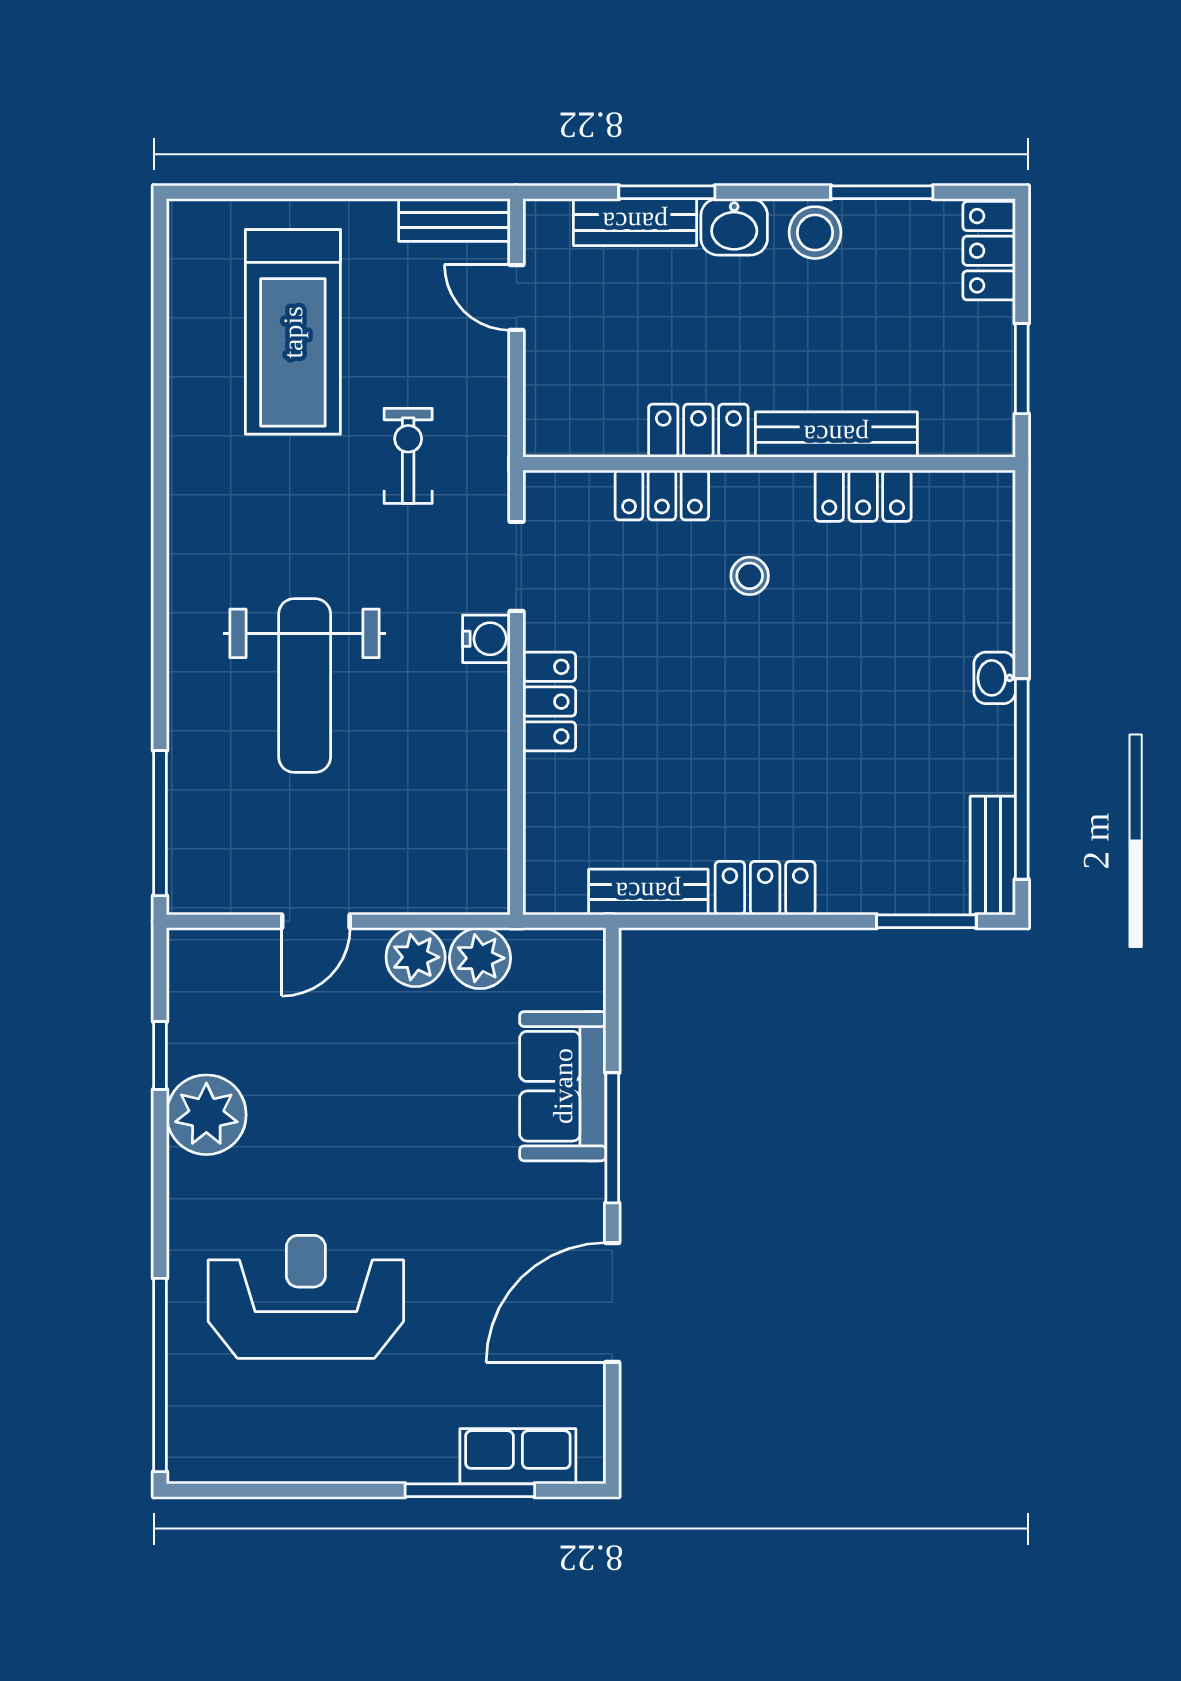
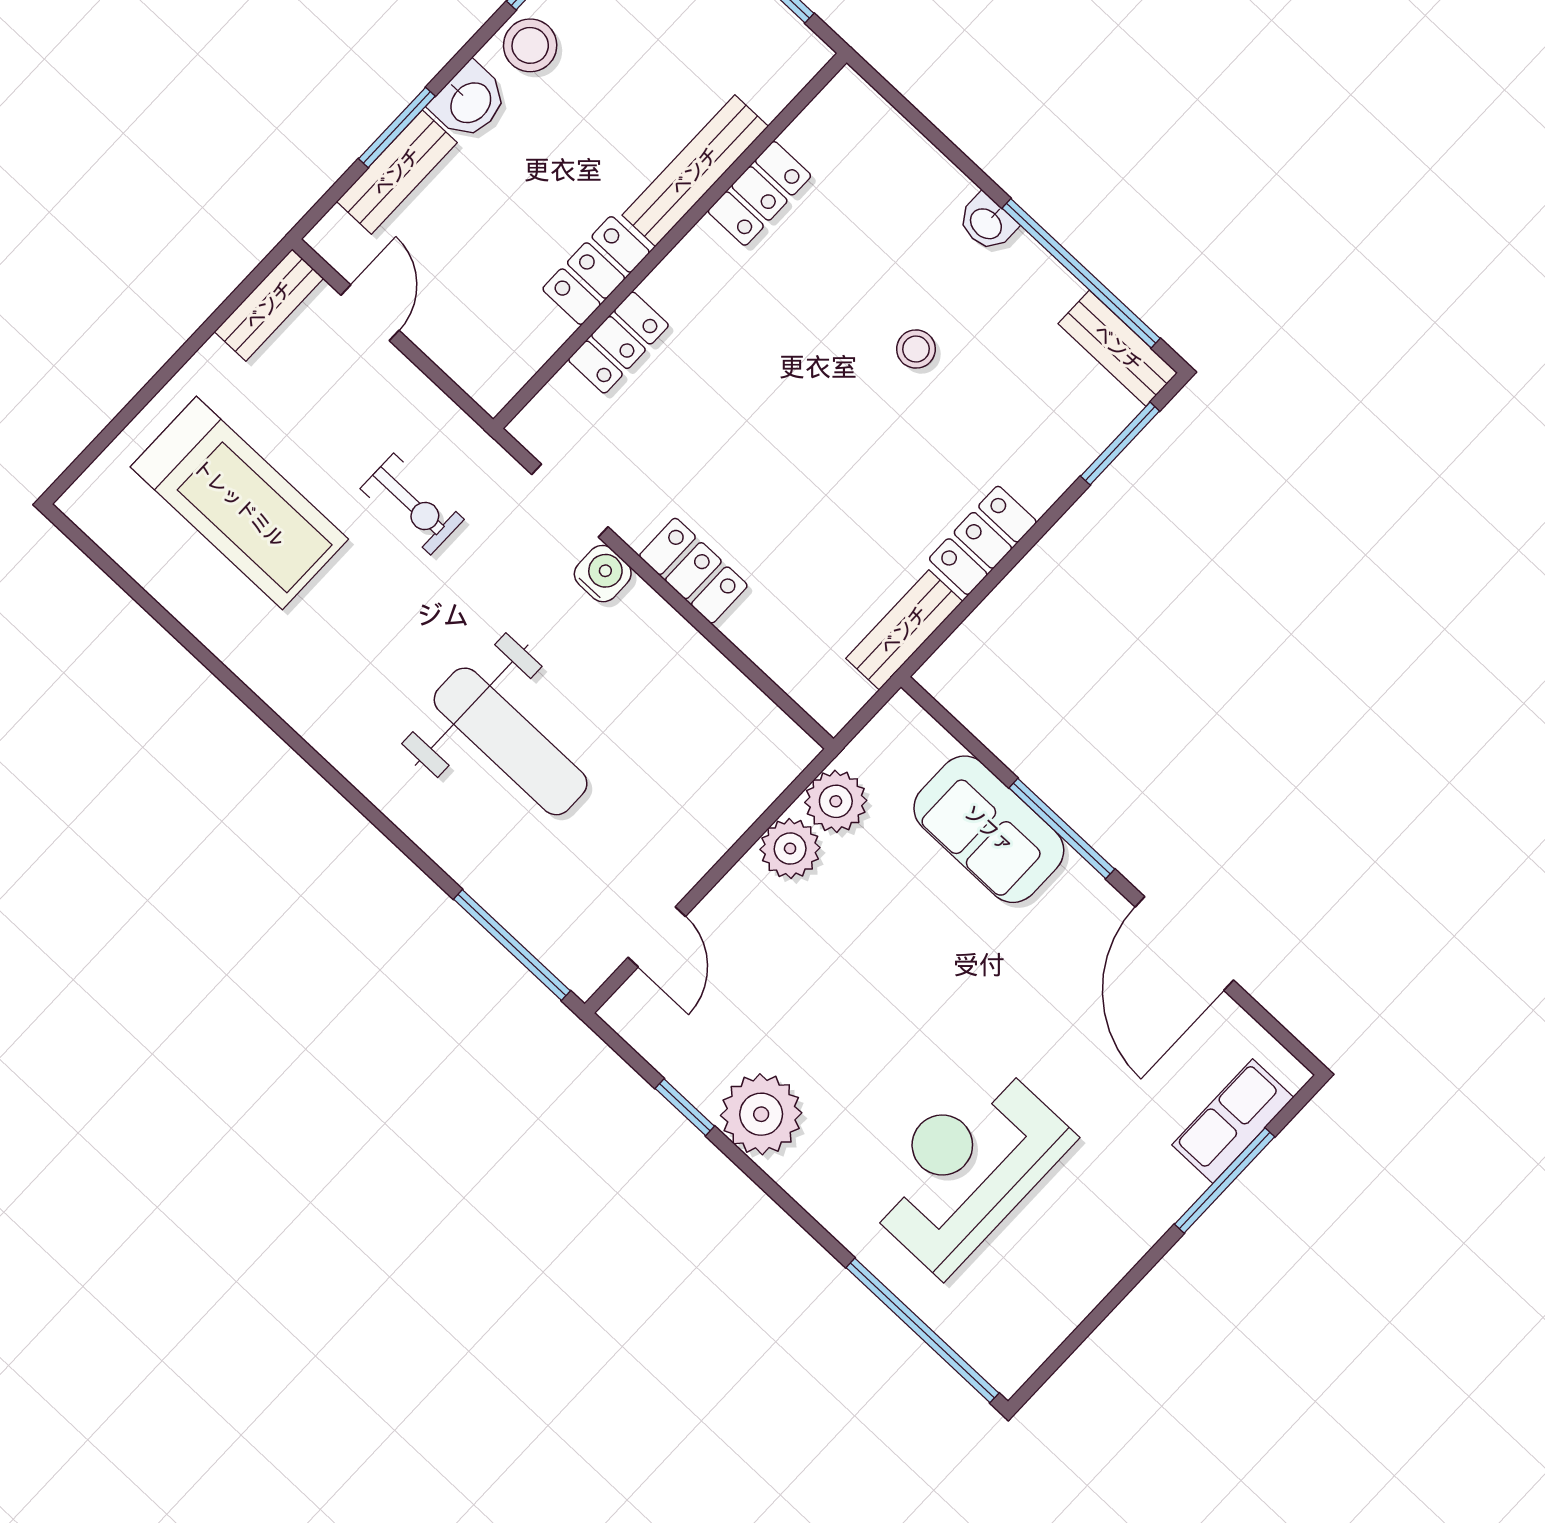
door: (516, 297) -> (370, 313), swing flipped
exercise bike: (408, 456) -> (412, 504), turned 180
stool: (750, 576) -> (916, 349), moved
door: (316, 921) -> (657, 937), moved

